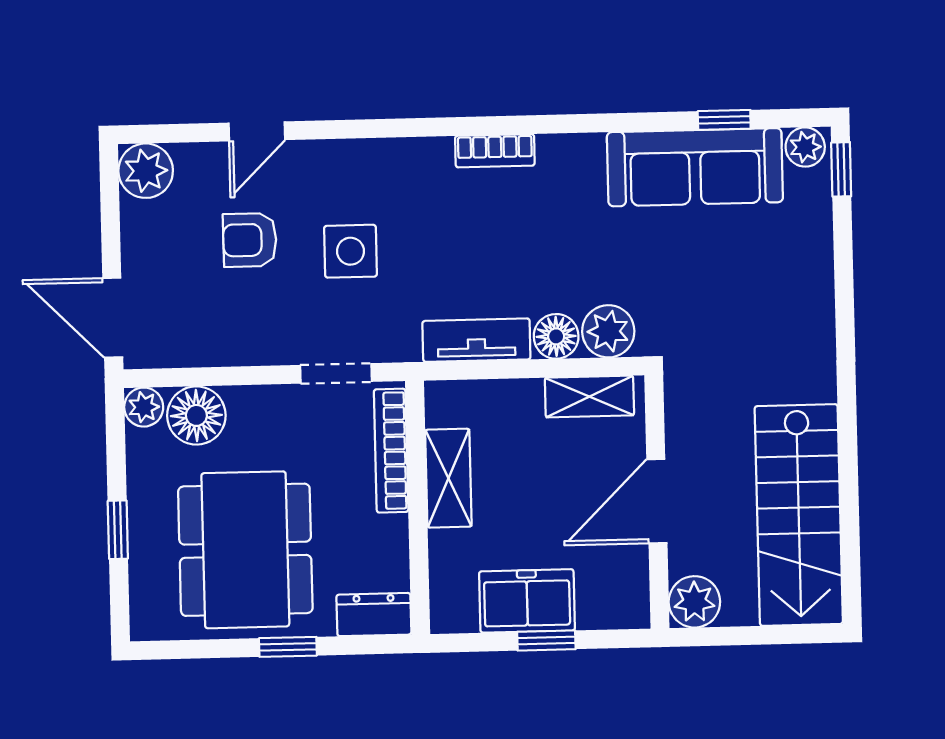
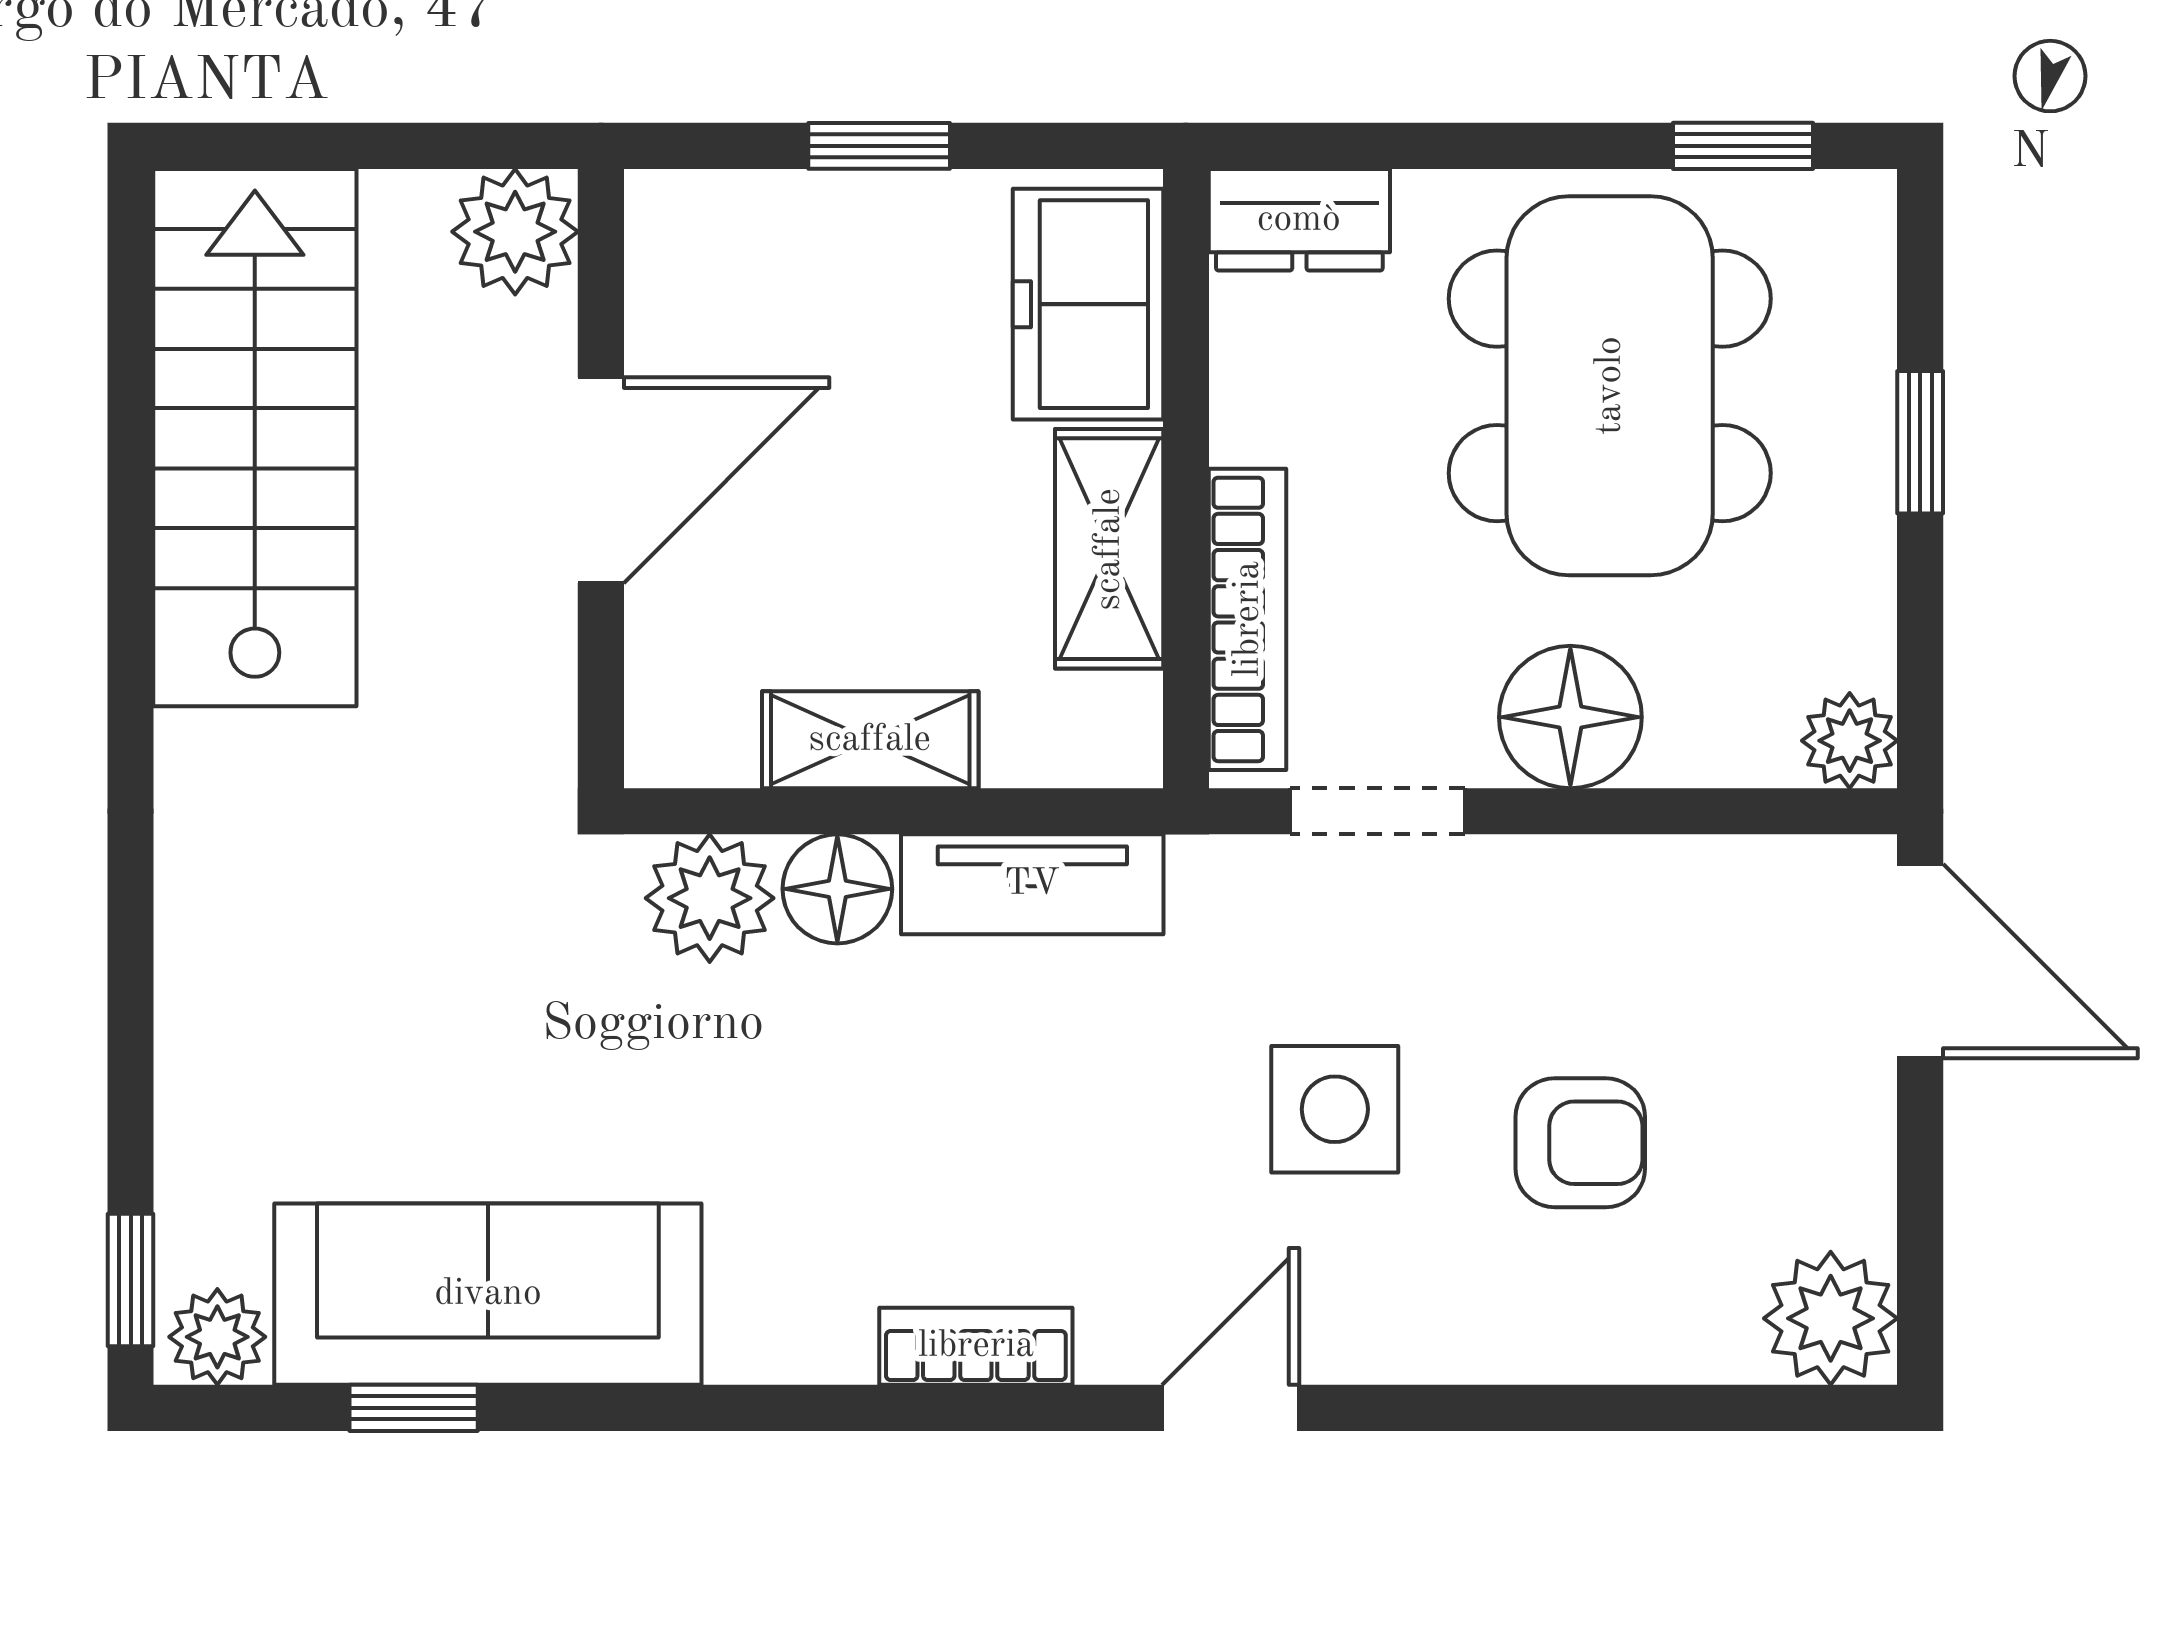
door: (257, 131) -> (1231, 1408), moved
shelving: (589, 397) -> (870, 740), moved
floor lamp: (196, 415) -> (1570, 717), moved
freezer: (527, 601) -> (1088, 304), moved, turned 90
window: (288, 647) -> (1743, 146), moved

